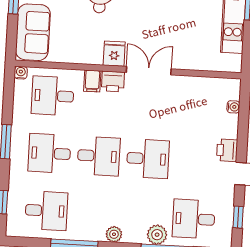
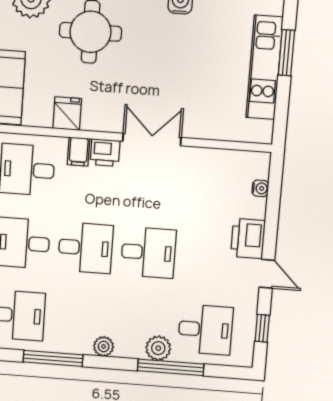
fridge: (114, 54) -> (67, 114), moved
printer: (227, 150) -> (248, 238), width x1.36, depth x1.24
desk: (194, 219) -> (205, 330), turned 180

